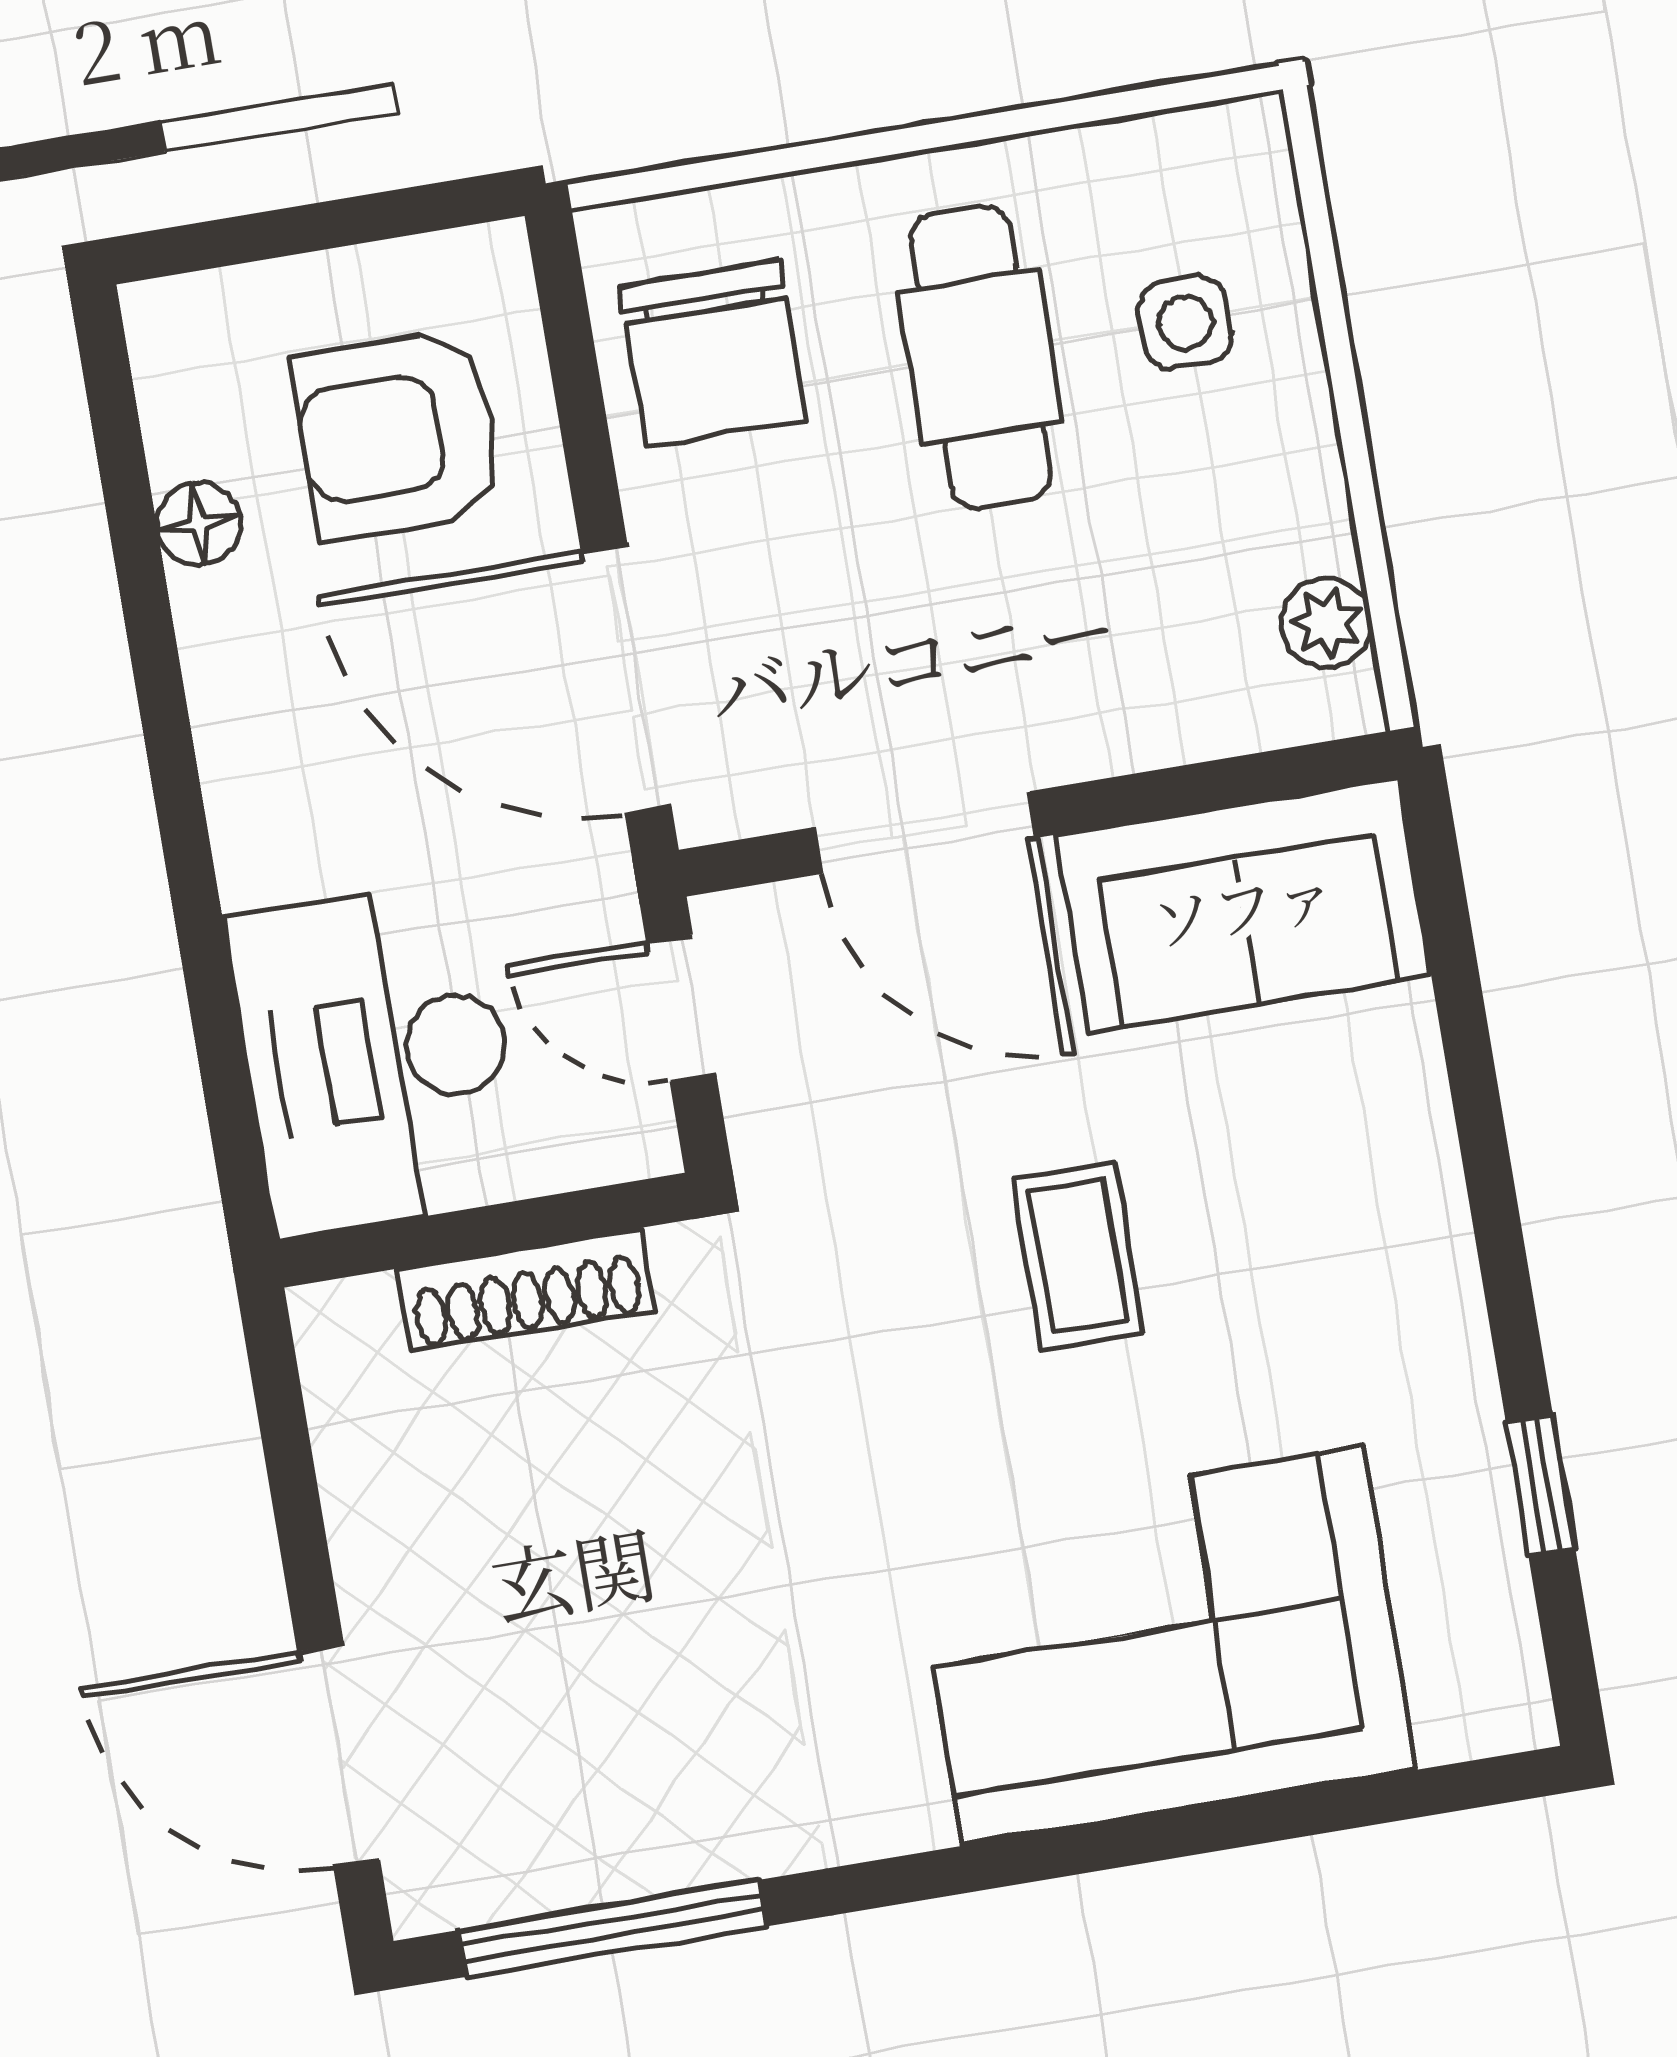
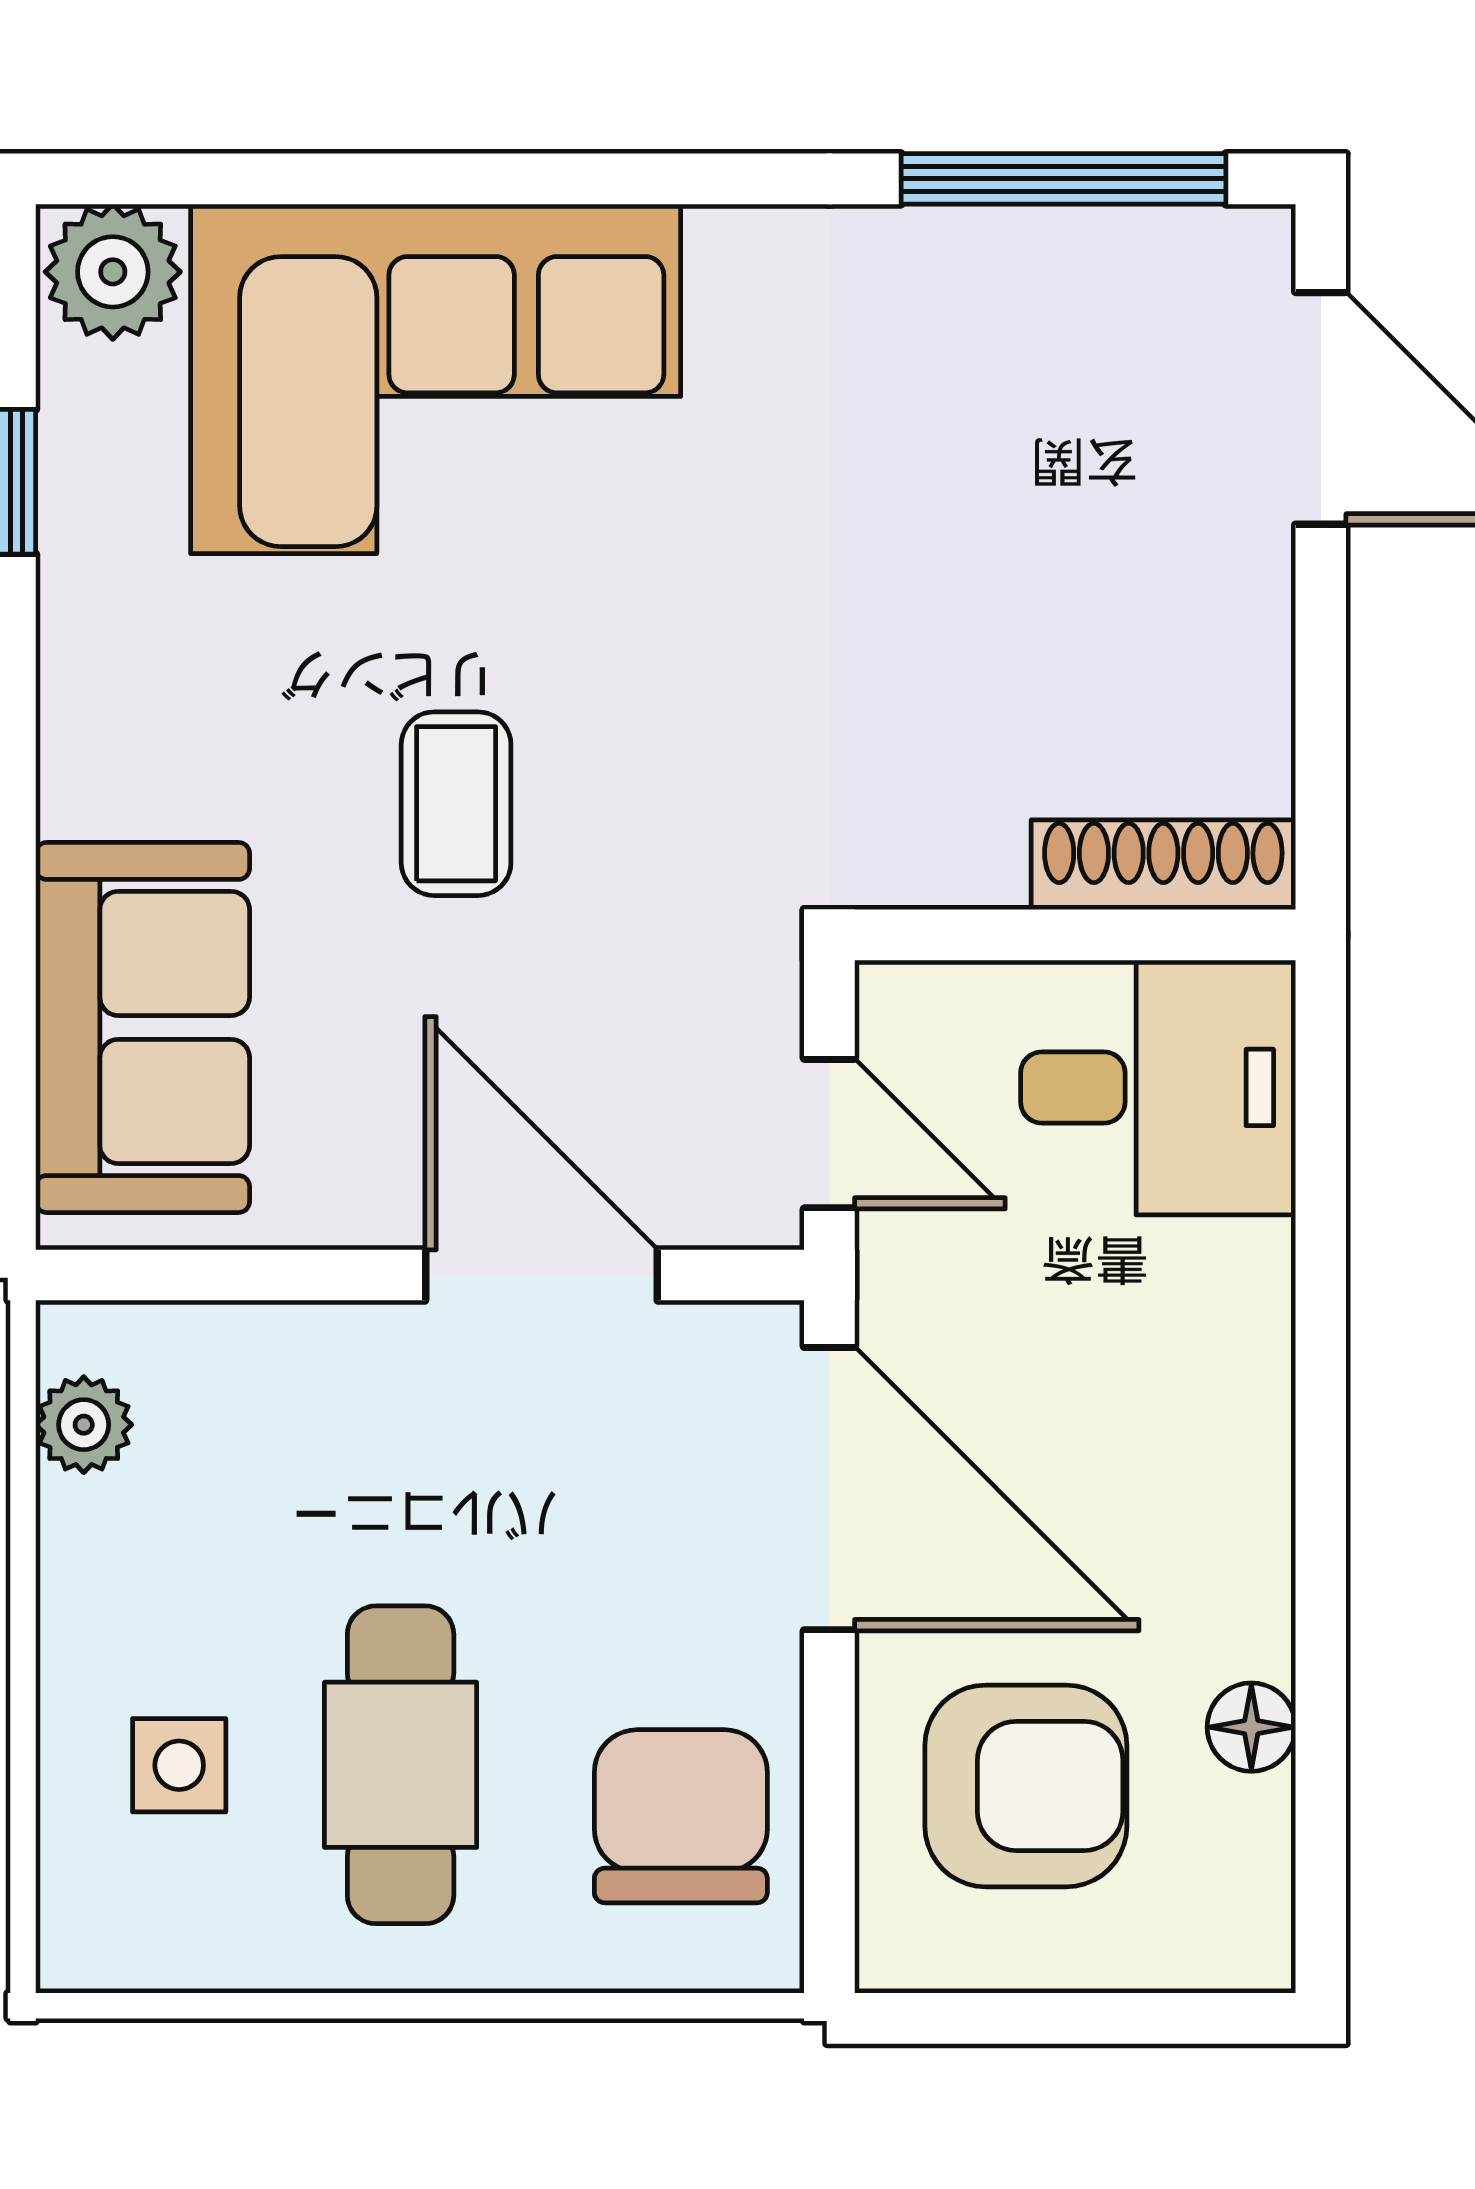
sofa: (1243, 905) -> (143, 1027), moved, turned 90
desk: (377, 1058) -> (1158, 1087), width x0.73
shoe rack: (526, 1290) -> (1163, 865), moved
plant: (1478, 1695) -> (113, 272), added

